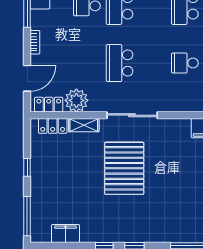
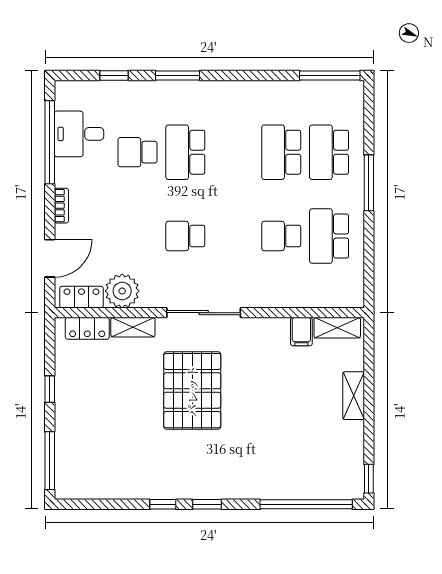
school desk: (120, 63) -> (185, 236), width x0.54
filing cabinet: (66, 233) -> (106, 486), removed

